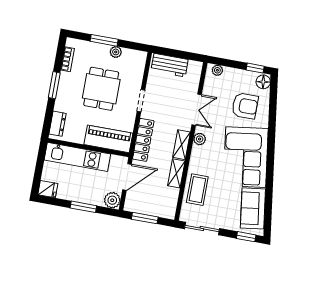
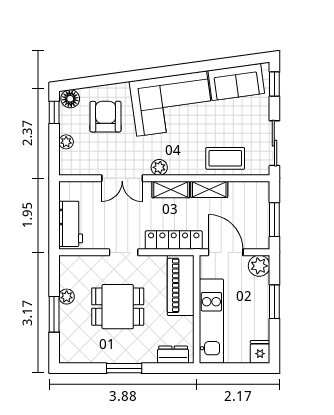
bookcase: (68, 59) -> (87, 357), removed
plant: (217, 70) -> (66, 142), moved
double door: (197, 110) -> (122, 178), swing flipped

